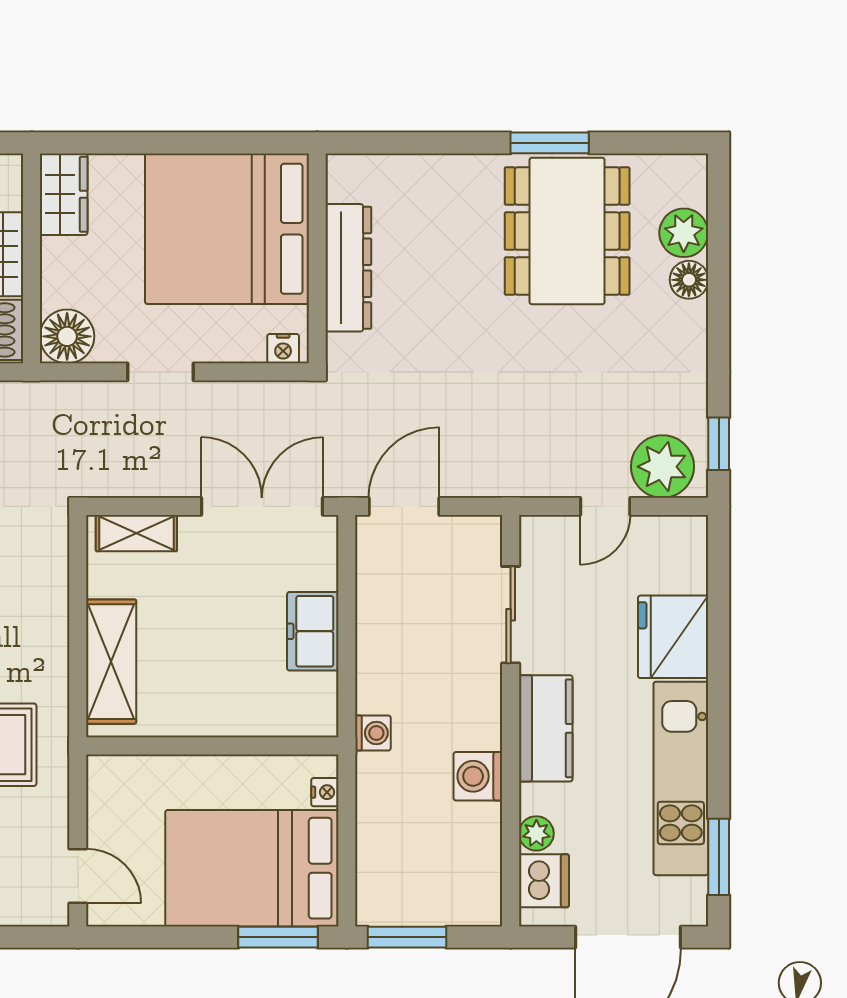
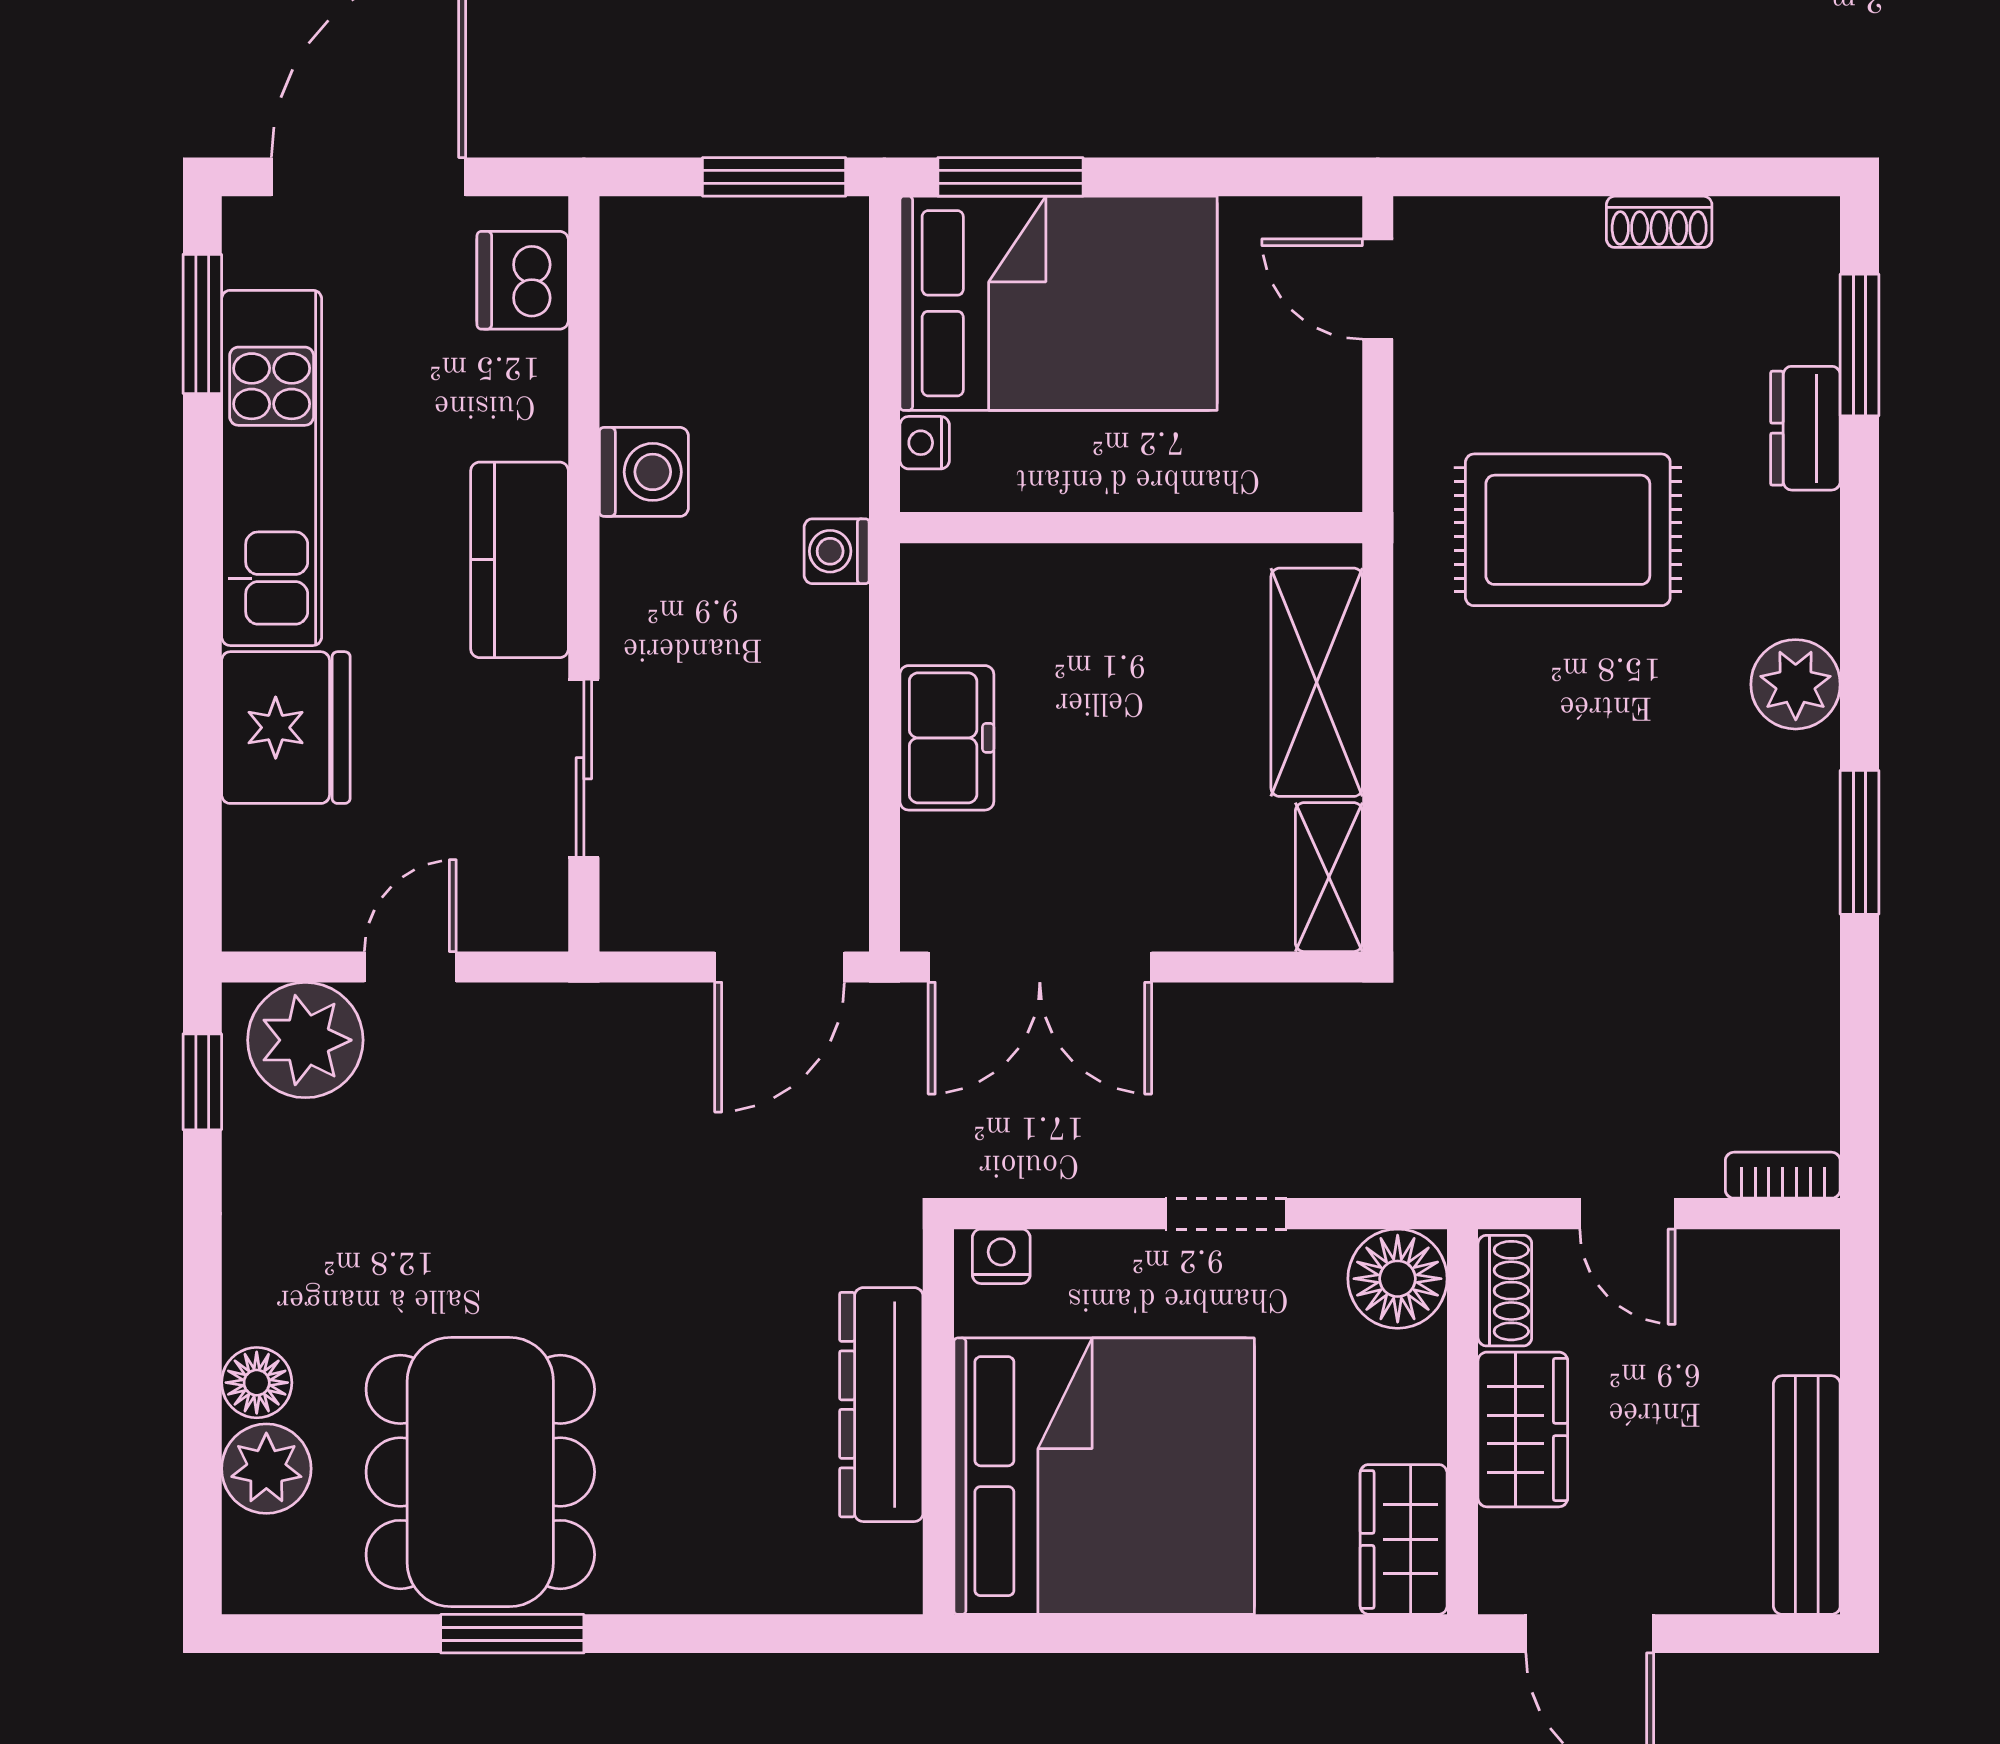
shelving: (136, 533) -> (1329, 877), moved, turned 90
plant: (536, 833) -> (537, 367), removed

